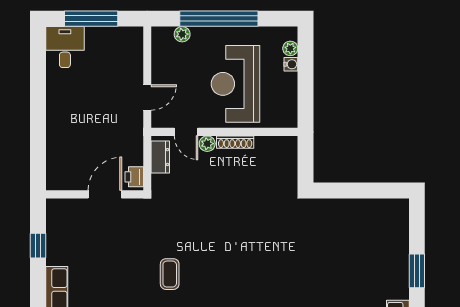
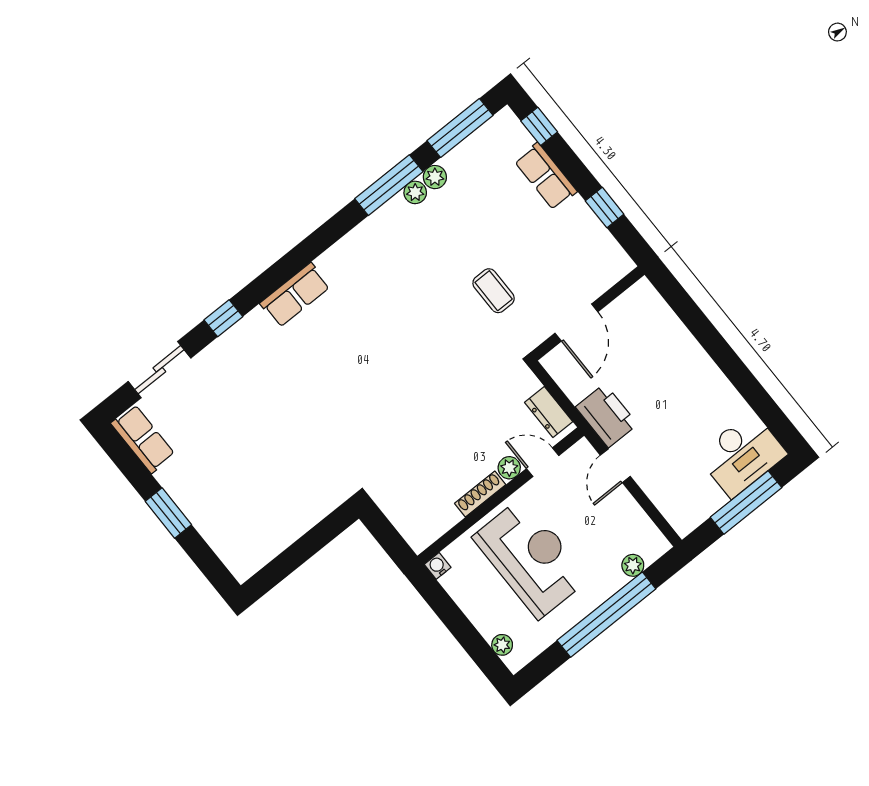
desk: (65, 47) -> (742, 455), width x1.37
water cooler: (291, 64) -> (438, 566), moved, turned 90
printer: (134, 177) -> (607, 416), moved, width x1.87, depth x1.48
coffee table: (170, 274) -> (494, 291), moved

